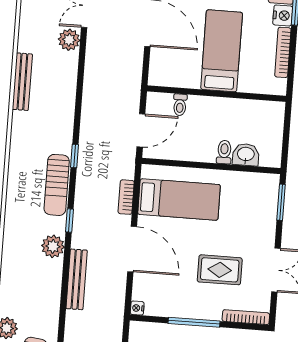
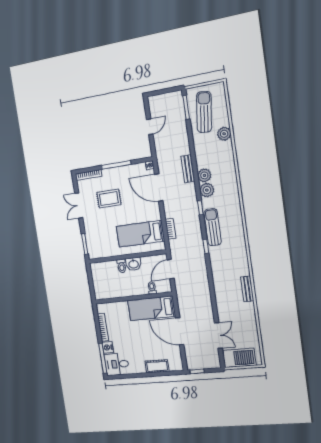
plant: (69, 40) -> (204, 175), moved
bed: (222, 51) -> (151, 308), moved, turned 90
bench: (22, 82) -> (247, 289), width x0.73
washbasin: (246, 155) -> (134, 264), moved
door: (132, 249) -> (159, 188), moved
bench: (77, 279) -> (188, 169), width x0.73

